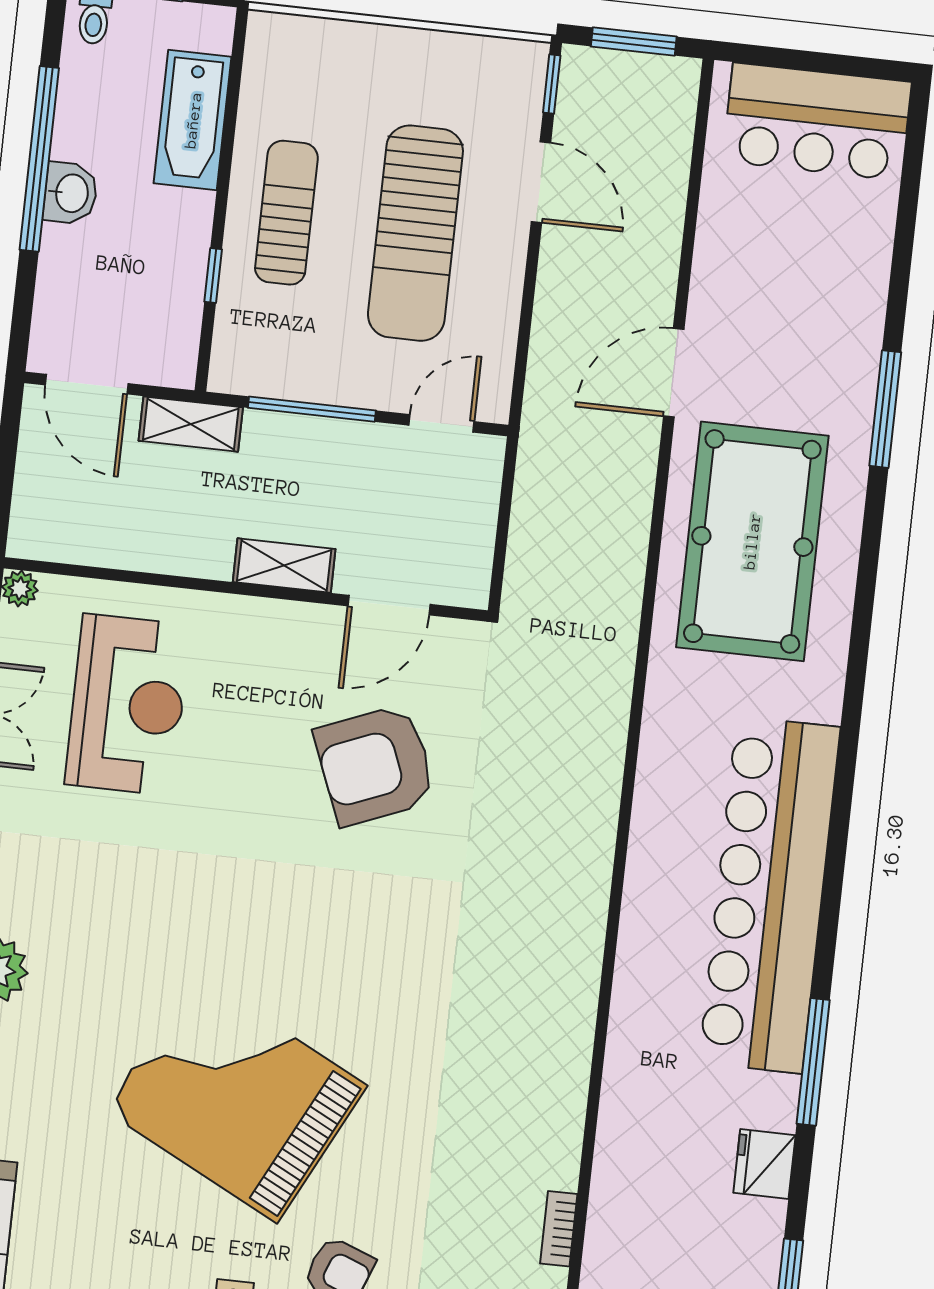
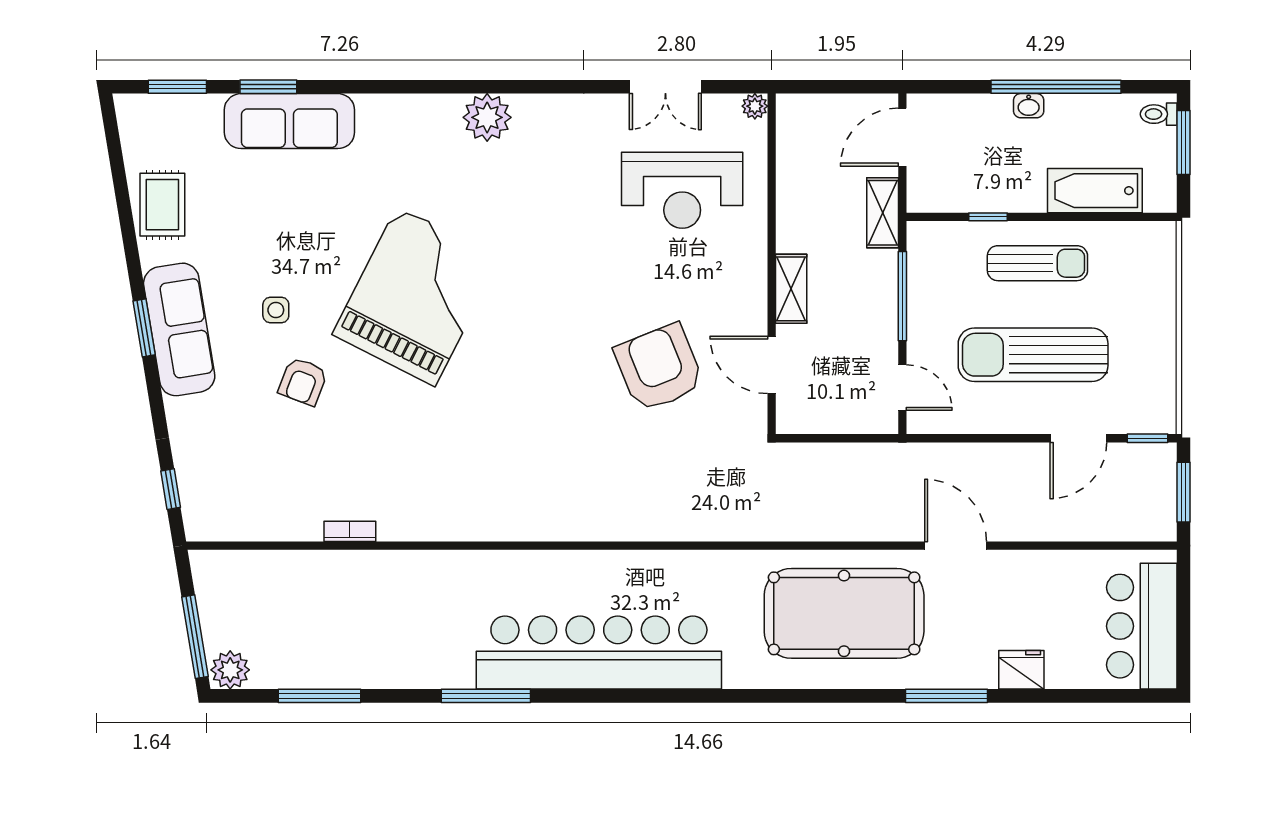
washbasin: (71, 193) -> (1029, 106), width x0.72, depth x0.69
fridge: (764, 1164) -> (1021, 670), moved

